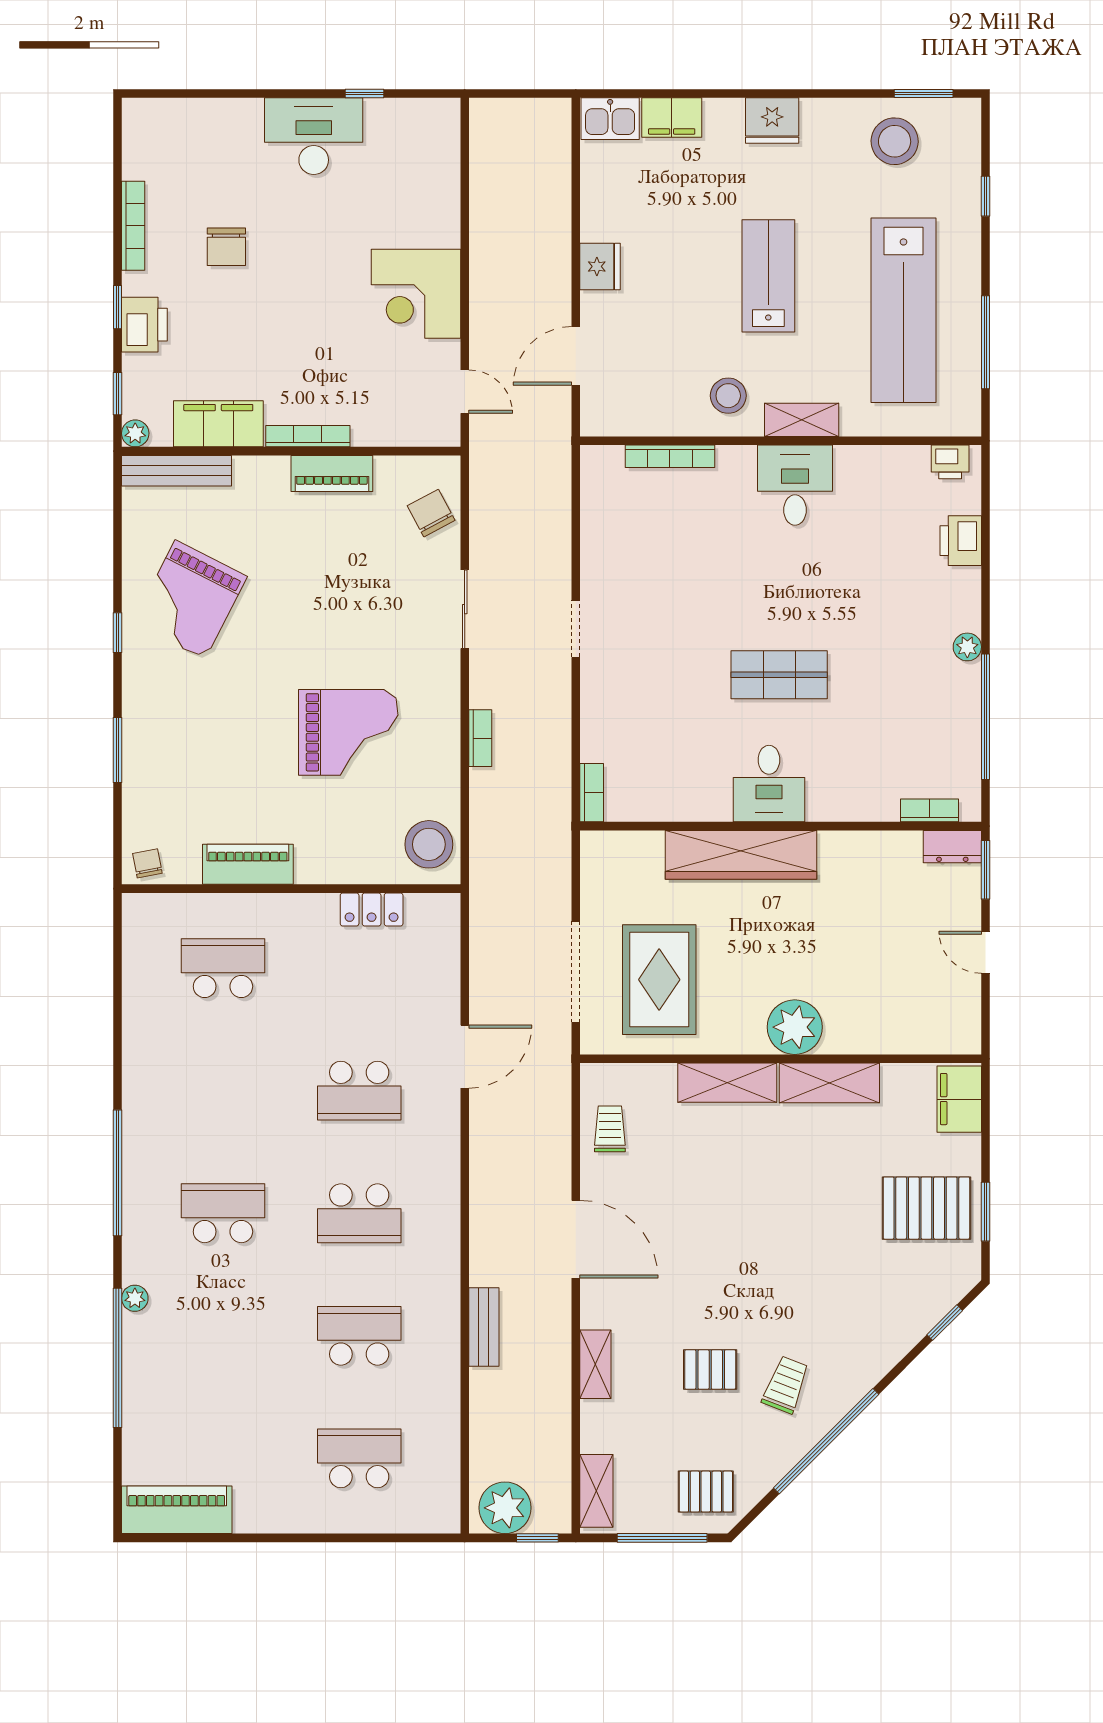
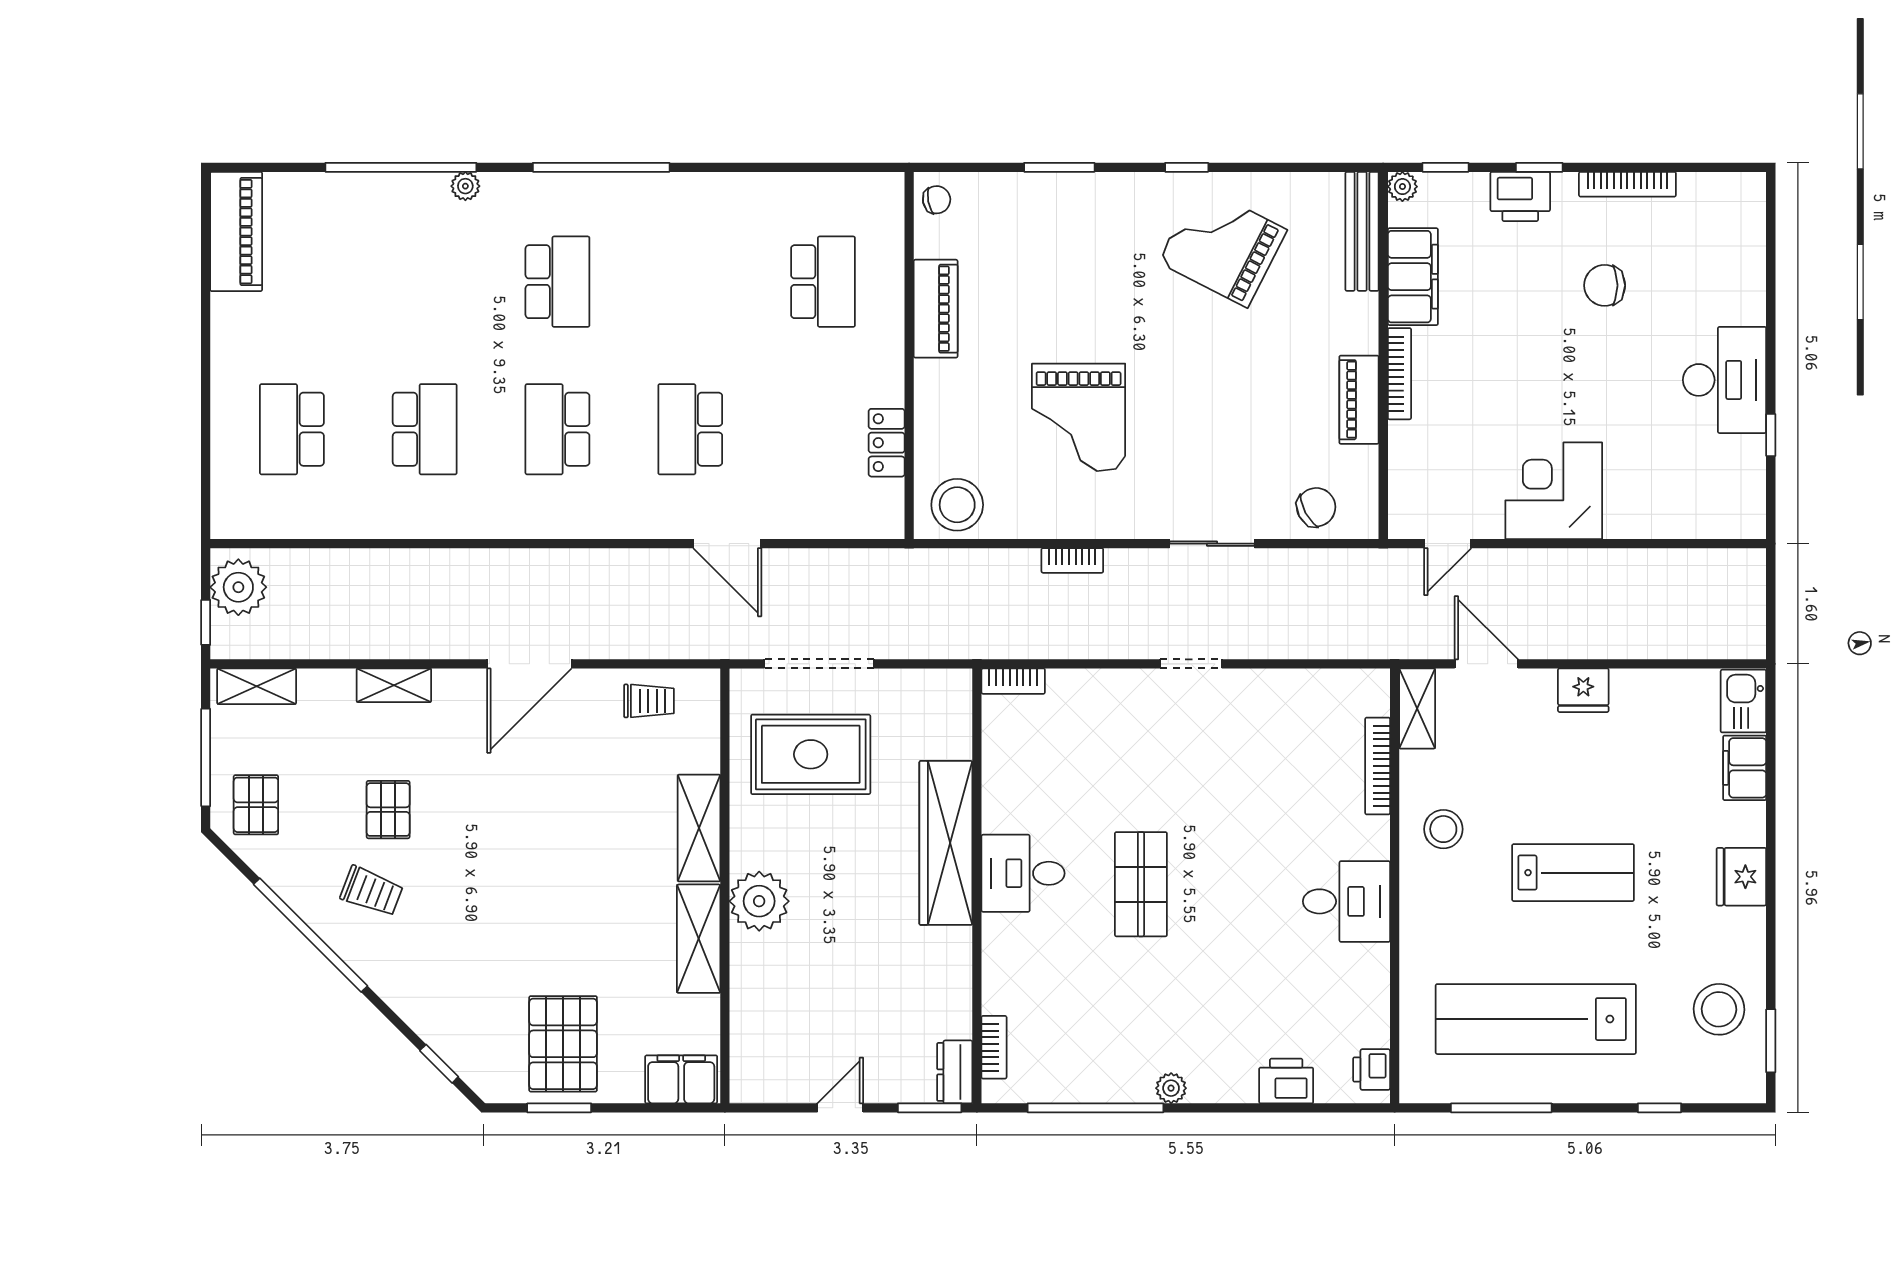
shelving: (802, 420) -> (1417, 709), moved
bench: (484, 1327) -> (434, 564), removed
school desk: (359, 1458) -> (292, 429), turned 180

